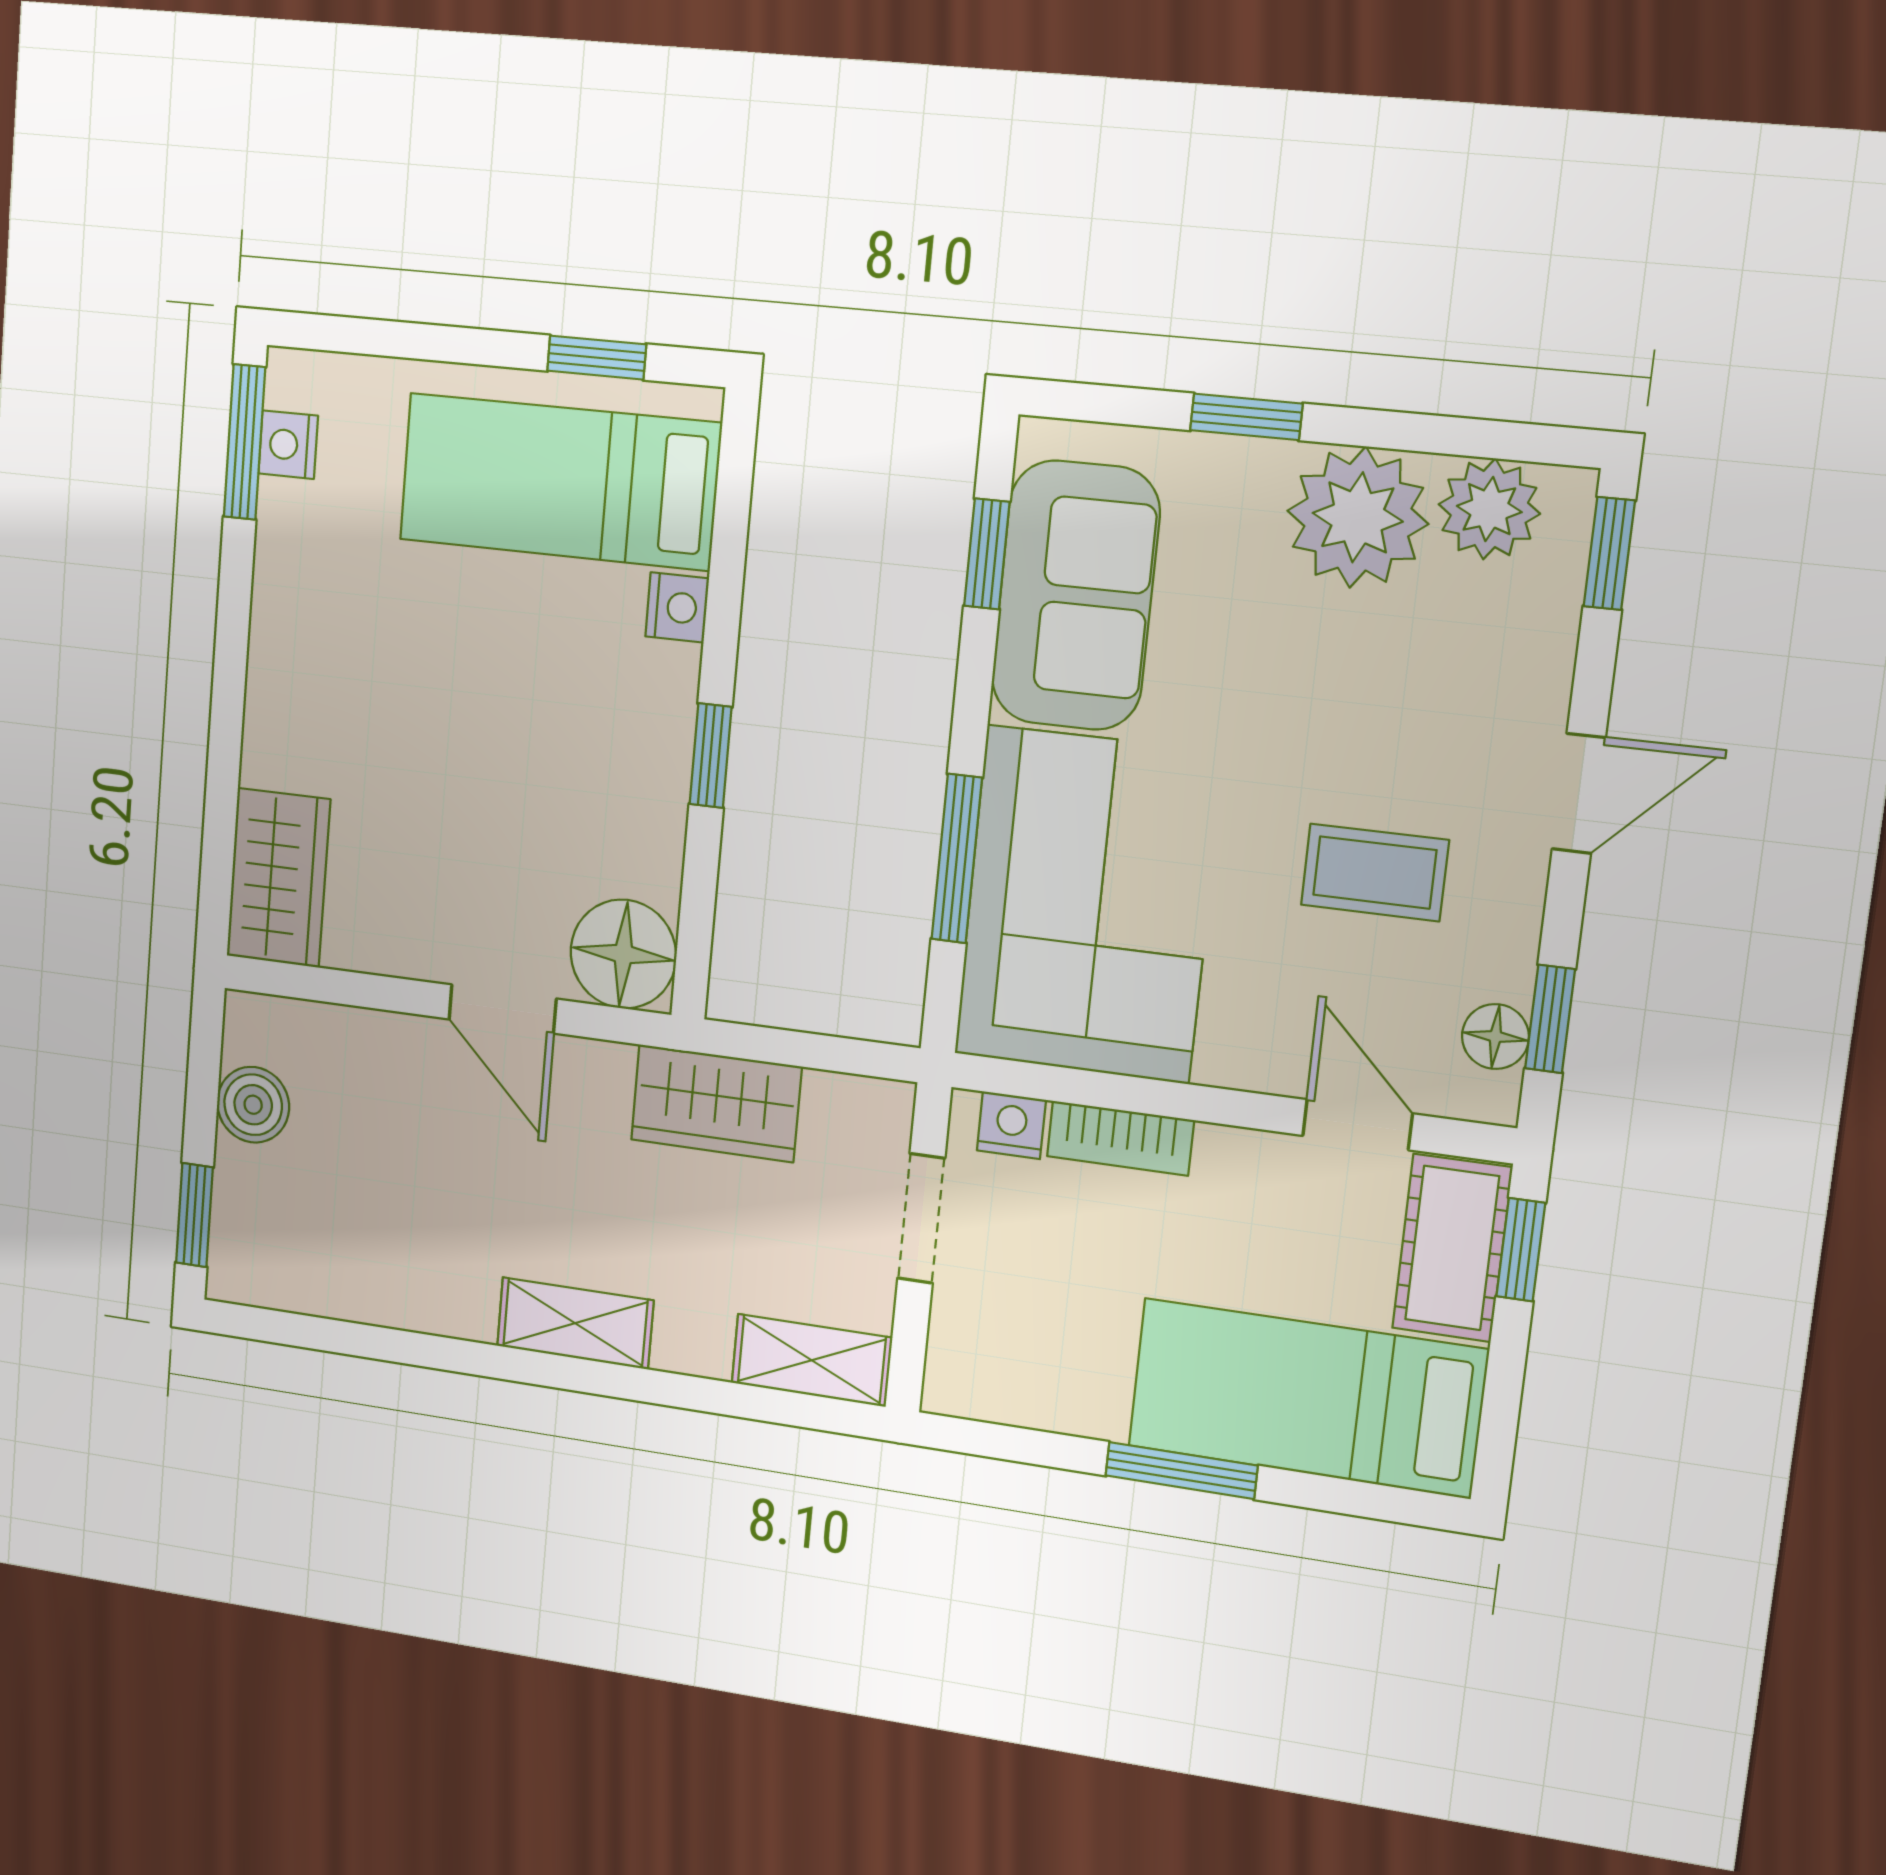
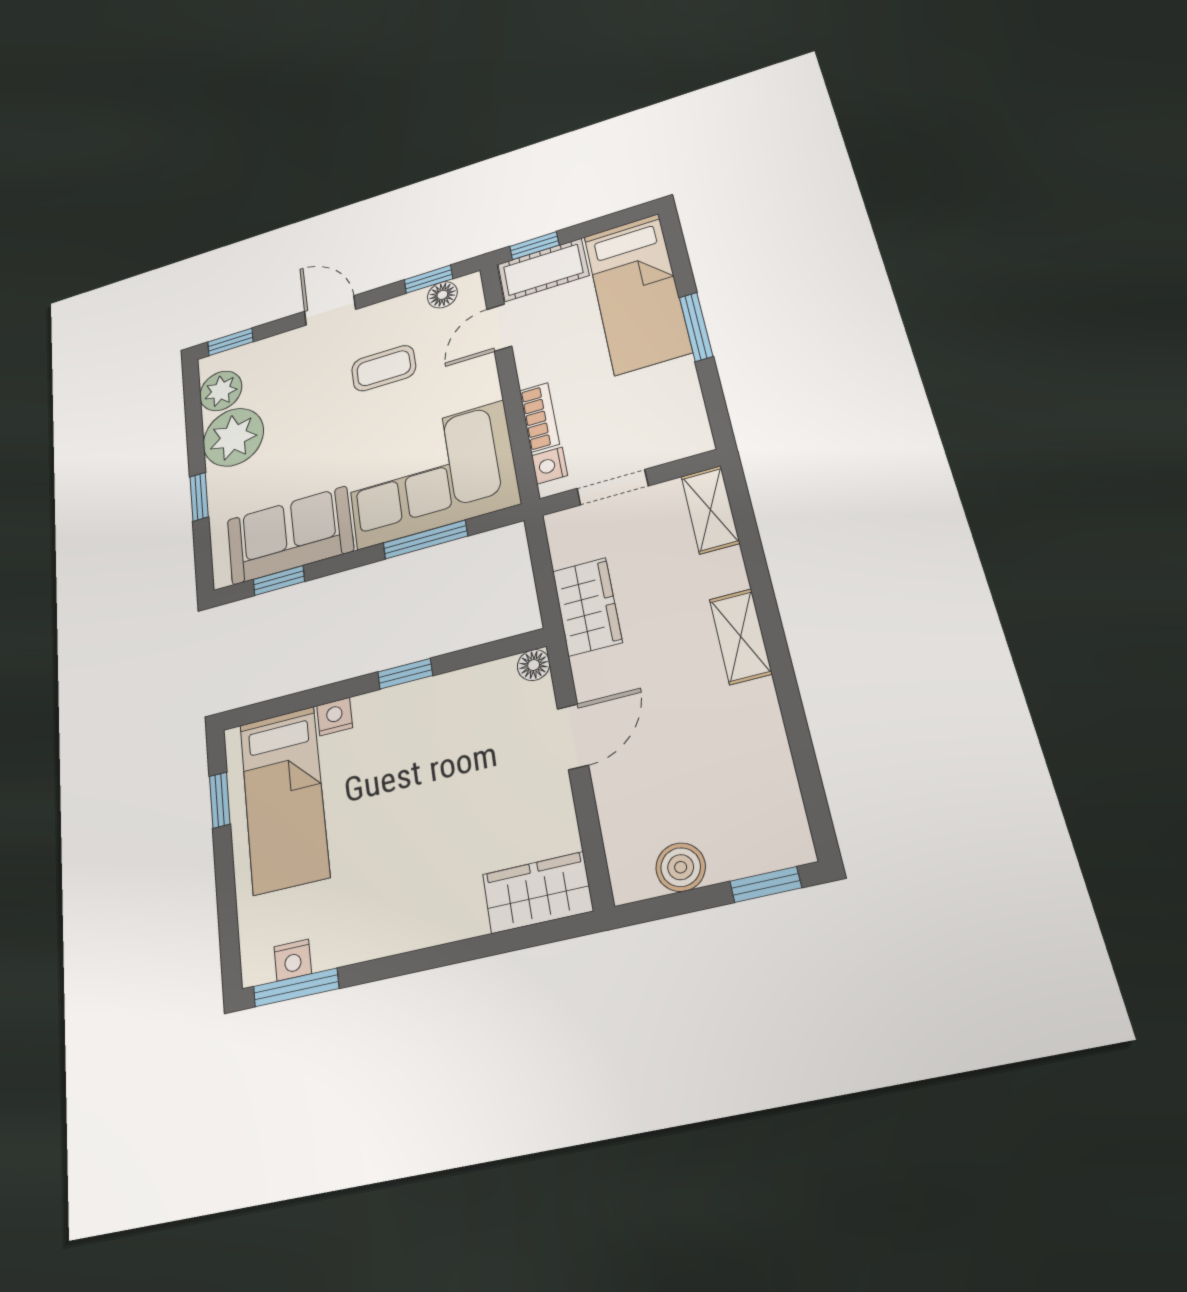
coffee table: (1375, 873) -> (384, 368), turned 90
floor lamp: (623, 954) -> (534, 665), width x0.53, depth x0.53

